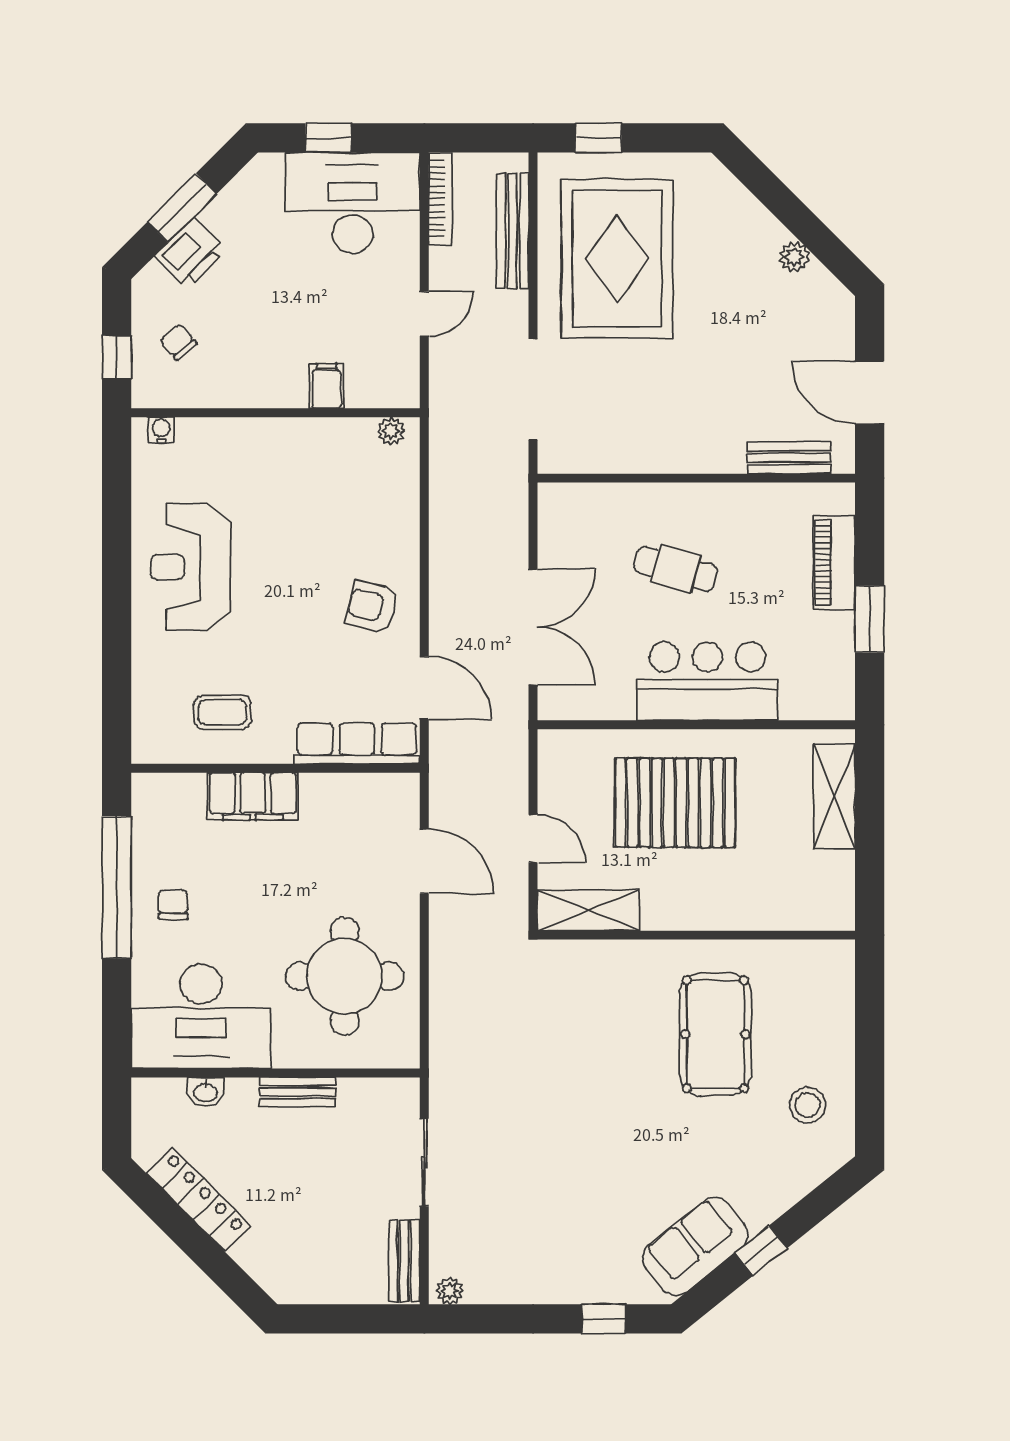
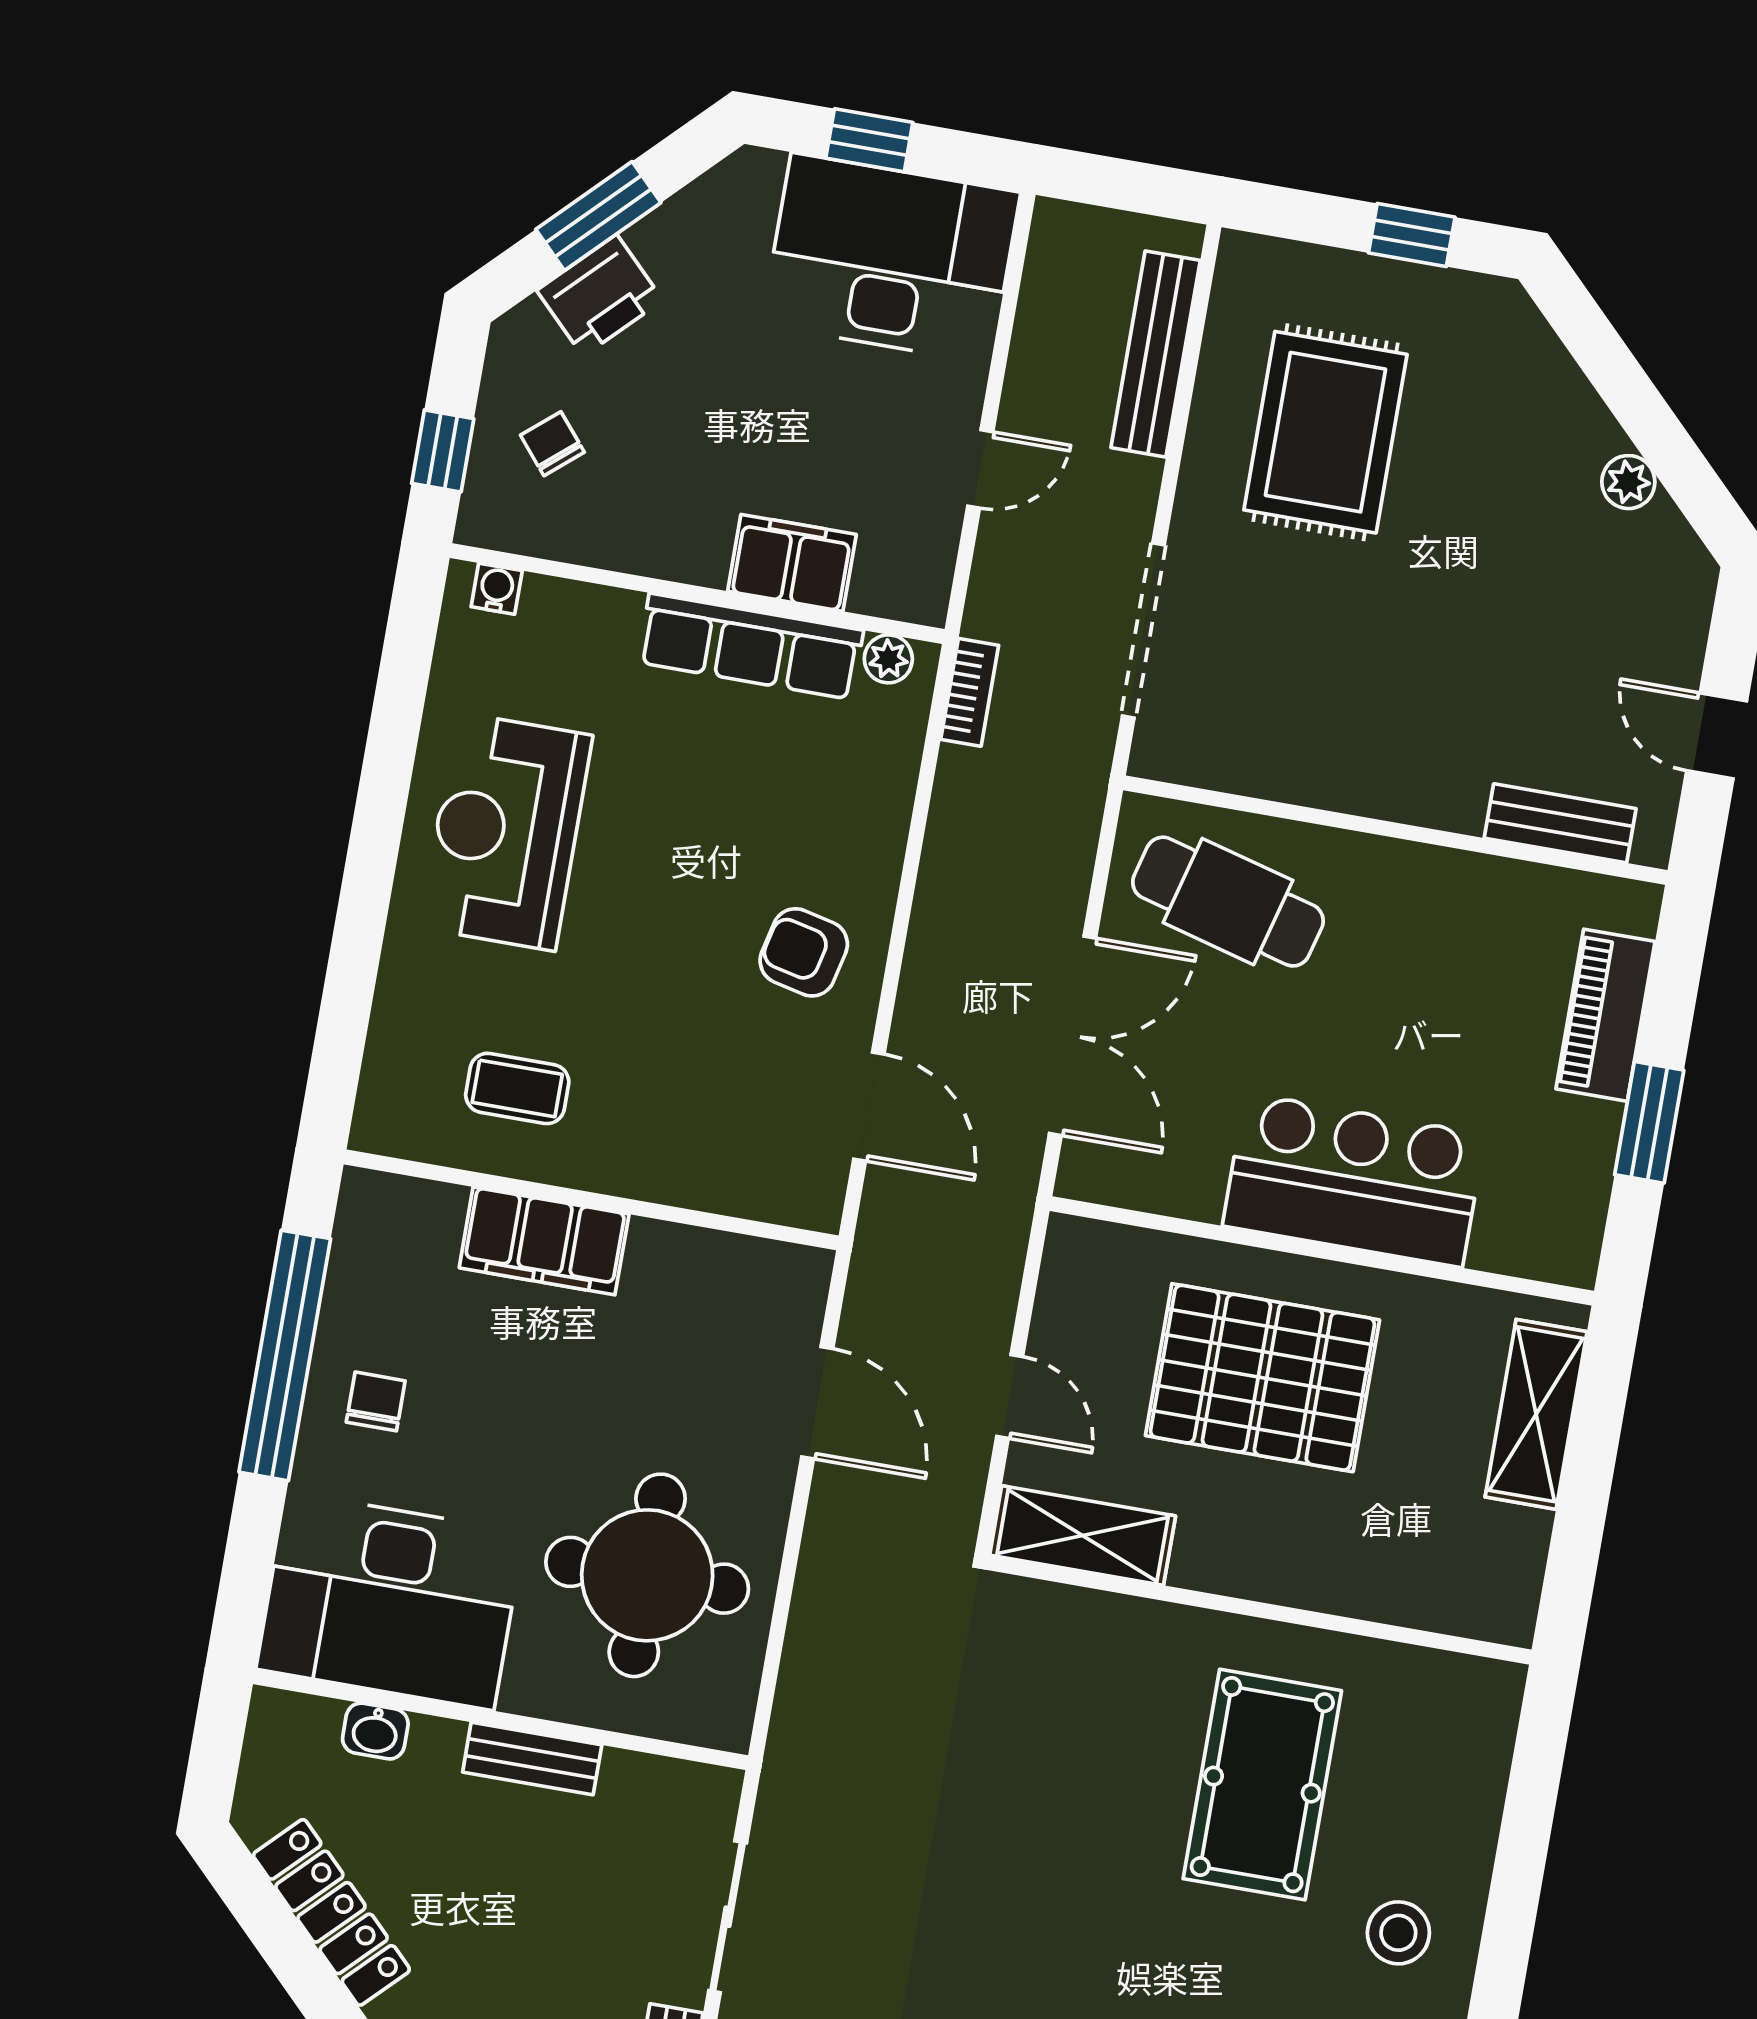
window: (598, 138) -> (1412, 235), moved
bookcase: (440, 199) -> (970, 692), moved, width x0.64
rug: (617, 259) -> (1326, 432), width x0.73, depth x0.69
filing cabinet: (326, 386) -> (792, 563), width x2.00
door: (870, 393) -> (1717, 736), width x0.73
cafe table: (676, 569) -> (1228, 902), moved, width x1.37, depth x1.35
row of seats: (357, 744) -> (751, 646), moved, turned 180

